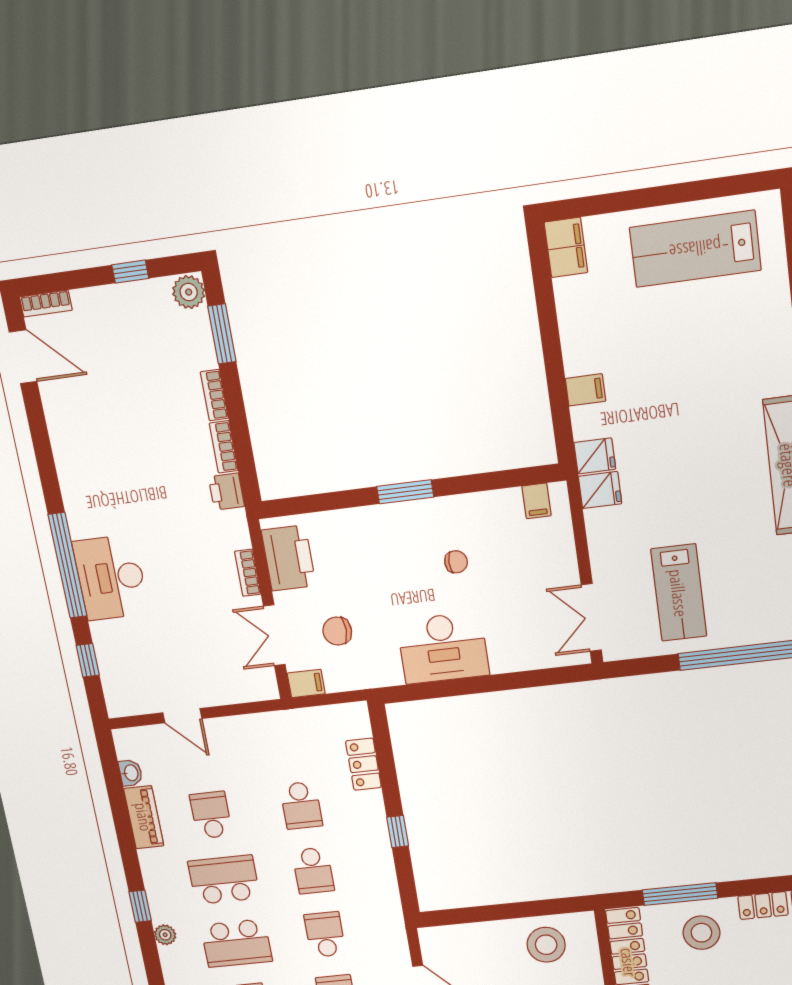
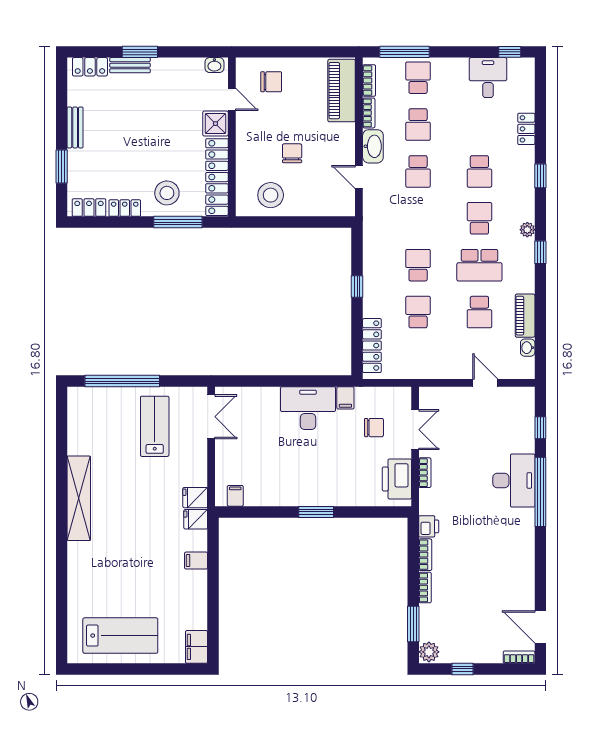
chair: (456, 562) -> (291, 463), removed
filing cabinet: (306, 683) -> (345, 398), moved, turned -90
locker: (363, 764) -> (372, 346), width x1.53
school desk: (325, 934) -> (418, 218), removed
school desk: (236, 943) -> (479, 218), width x0.54

